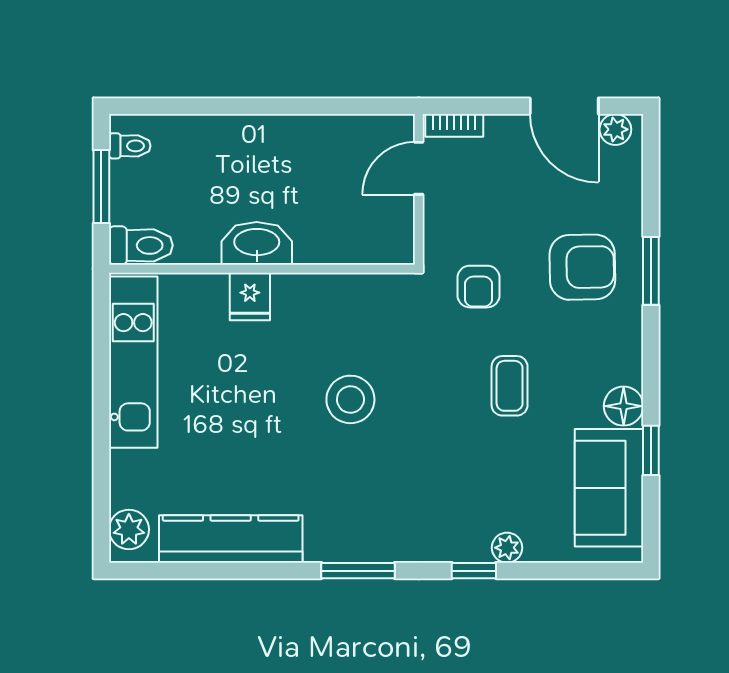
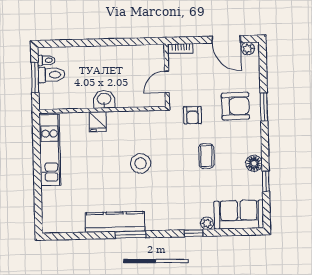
door: (419, 168) -> (167, 82), moved
washbasin: (257, 243) -> (104, 99), width x0.72
toilet: (141, 245) -> (51, 75), moved
sofa: (609, 488) -> (239, 215), moved, turned 90
plant: (129, 529) -> (50, 220), removed
kitchen counter: (231, 539) -> (115, 222), moved
window: (358, 571) -> (130, 235), moved

